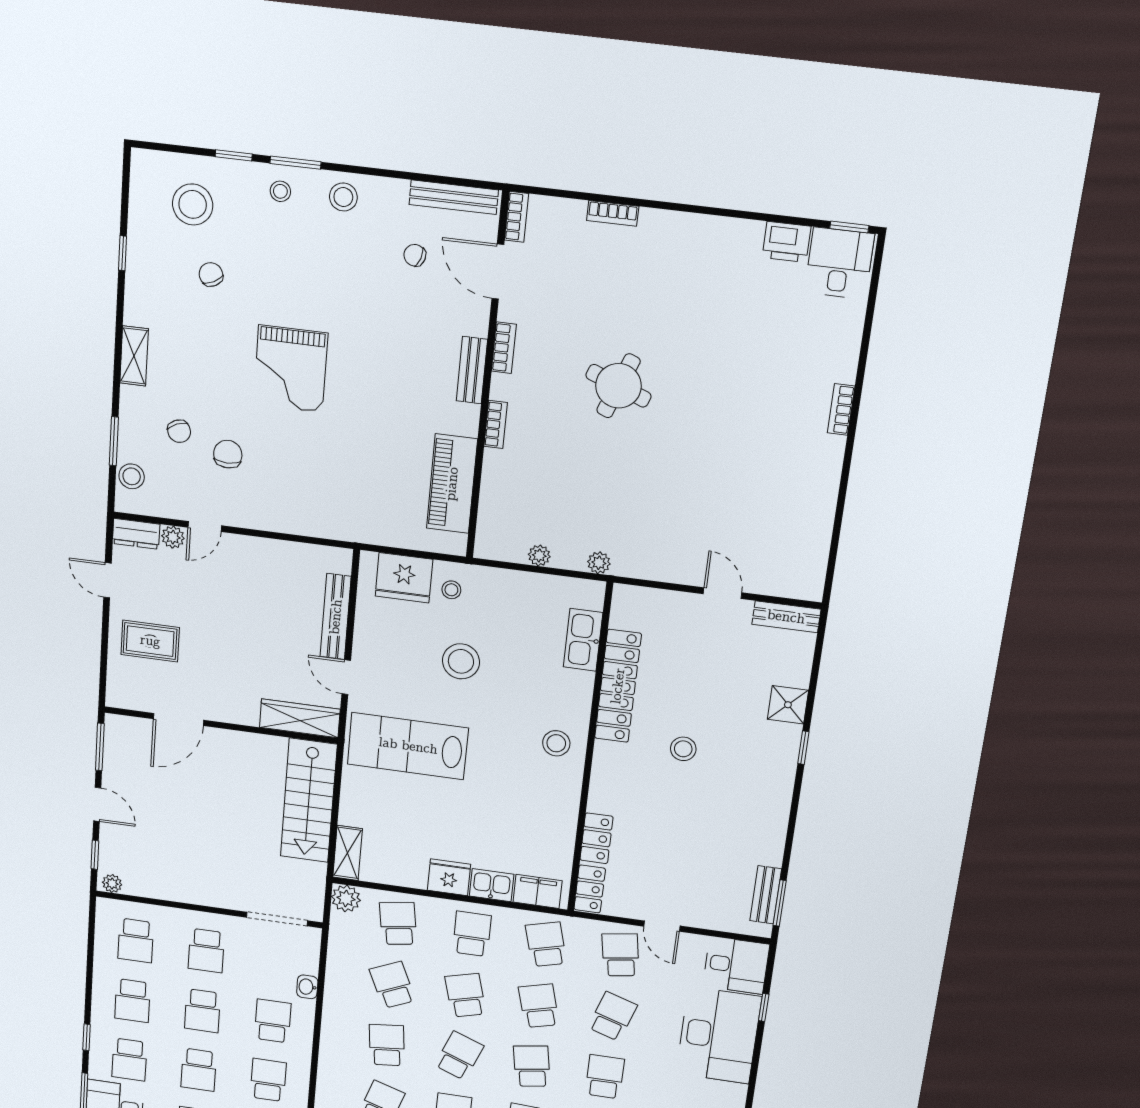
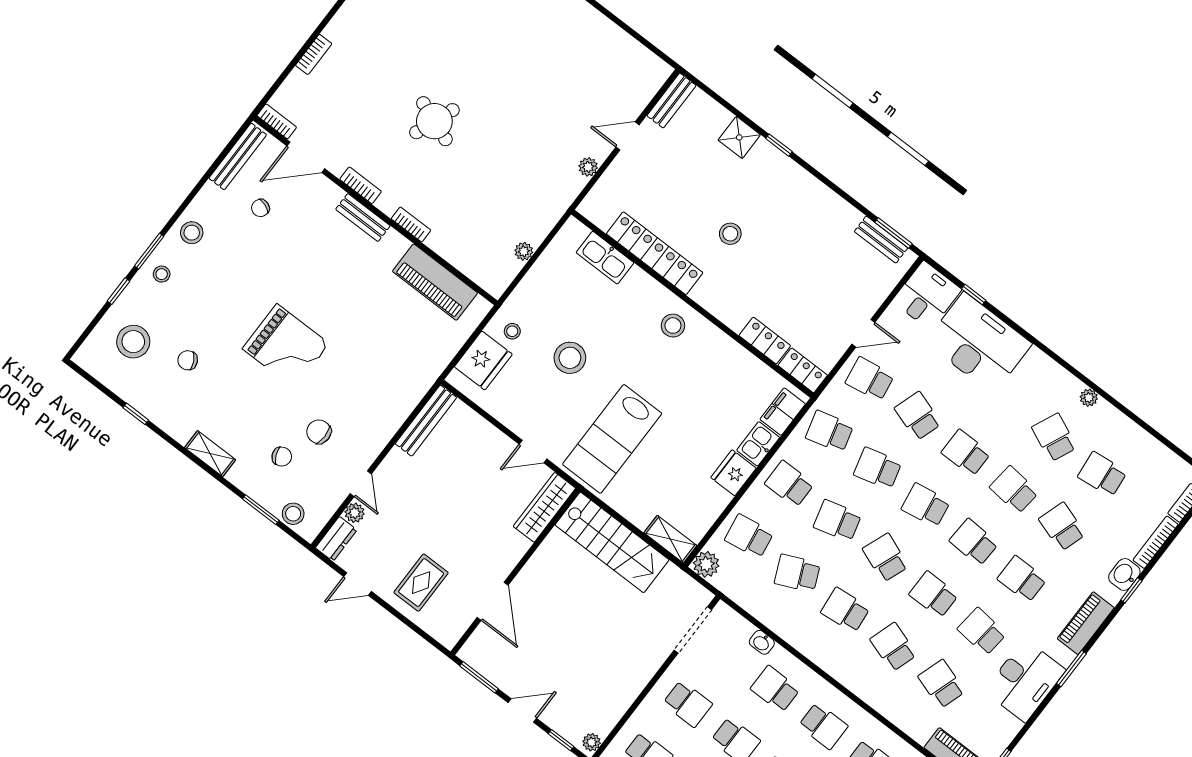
plant: (599, 563) -> (588, 167), moved
bench: (336, 617) -> (426, 421), moved, turned 90
school desk: (268, 1080) -> (823, 726), turned 180

